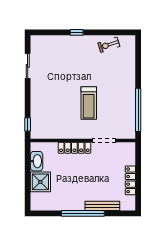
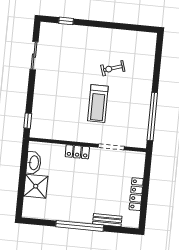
window: (77, 32) -> (66, 21), moved
exercise bike: (109, 45) -> (113, 68), moved
locker: (74, 148) -> (77, 152), width x0.66
bench: (102, 206) -> (107, 220), width x0.73

